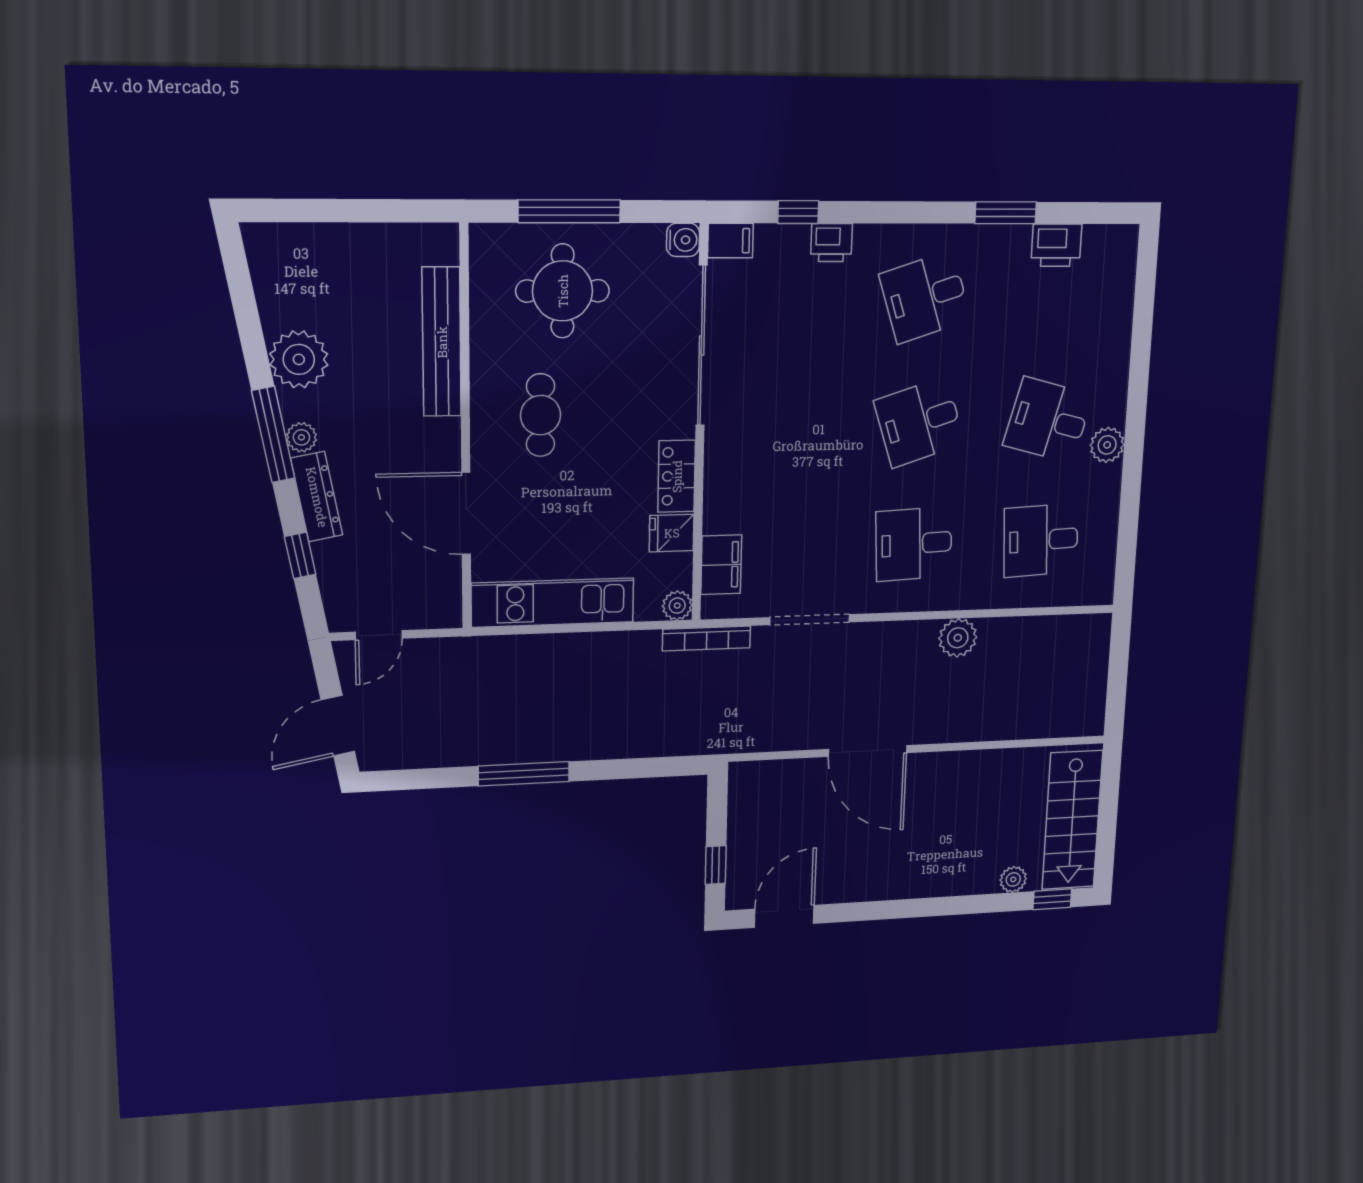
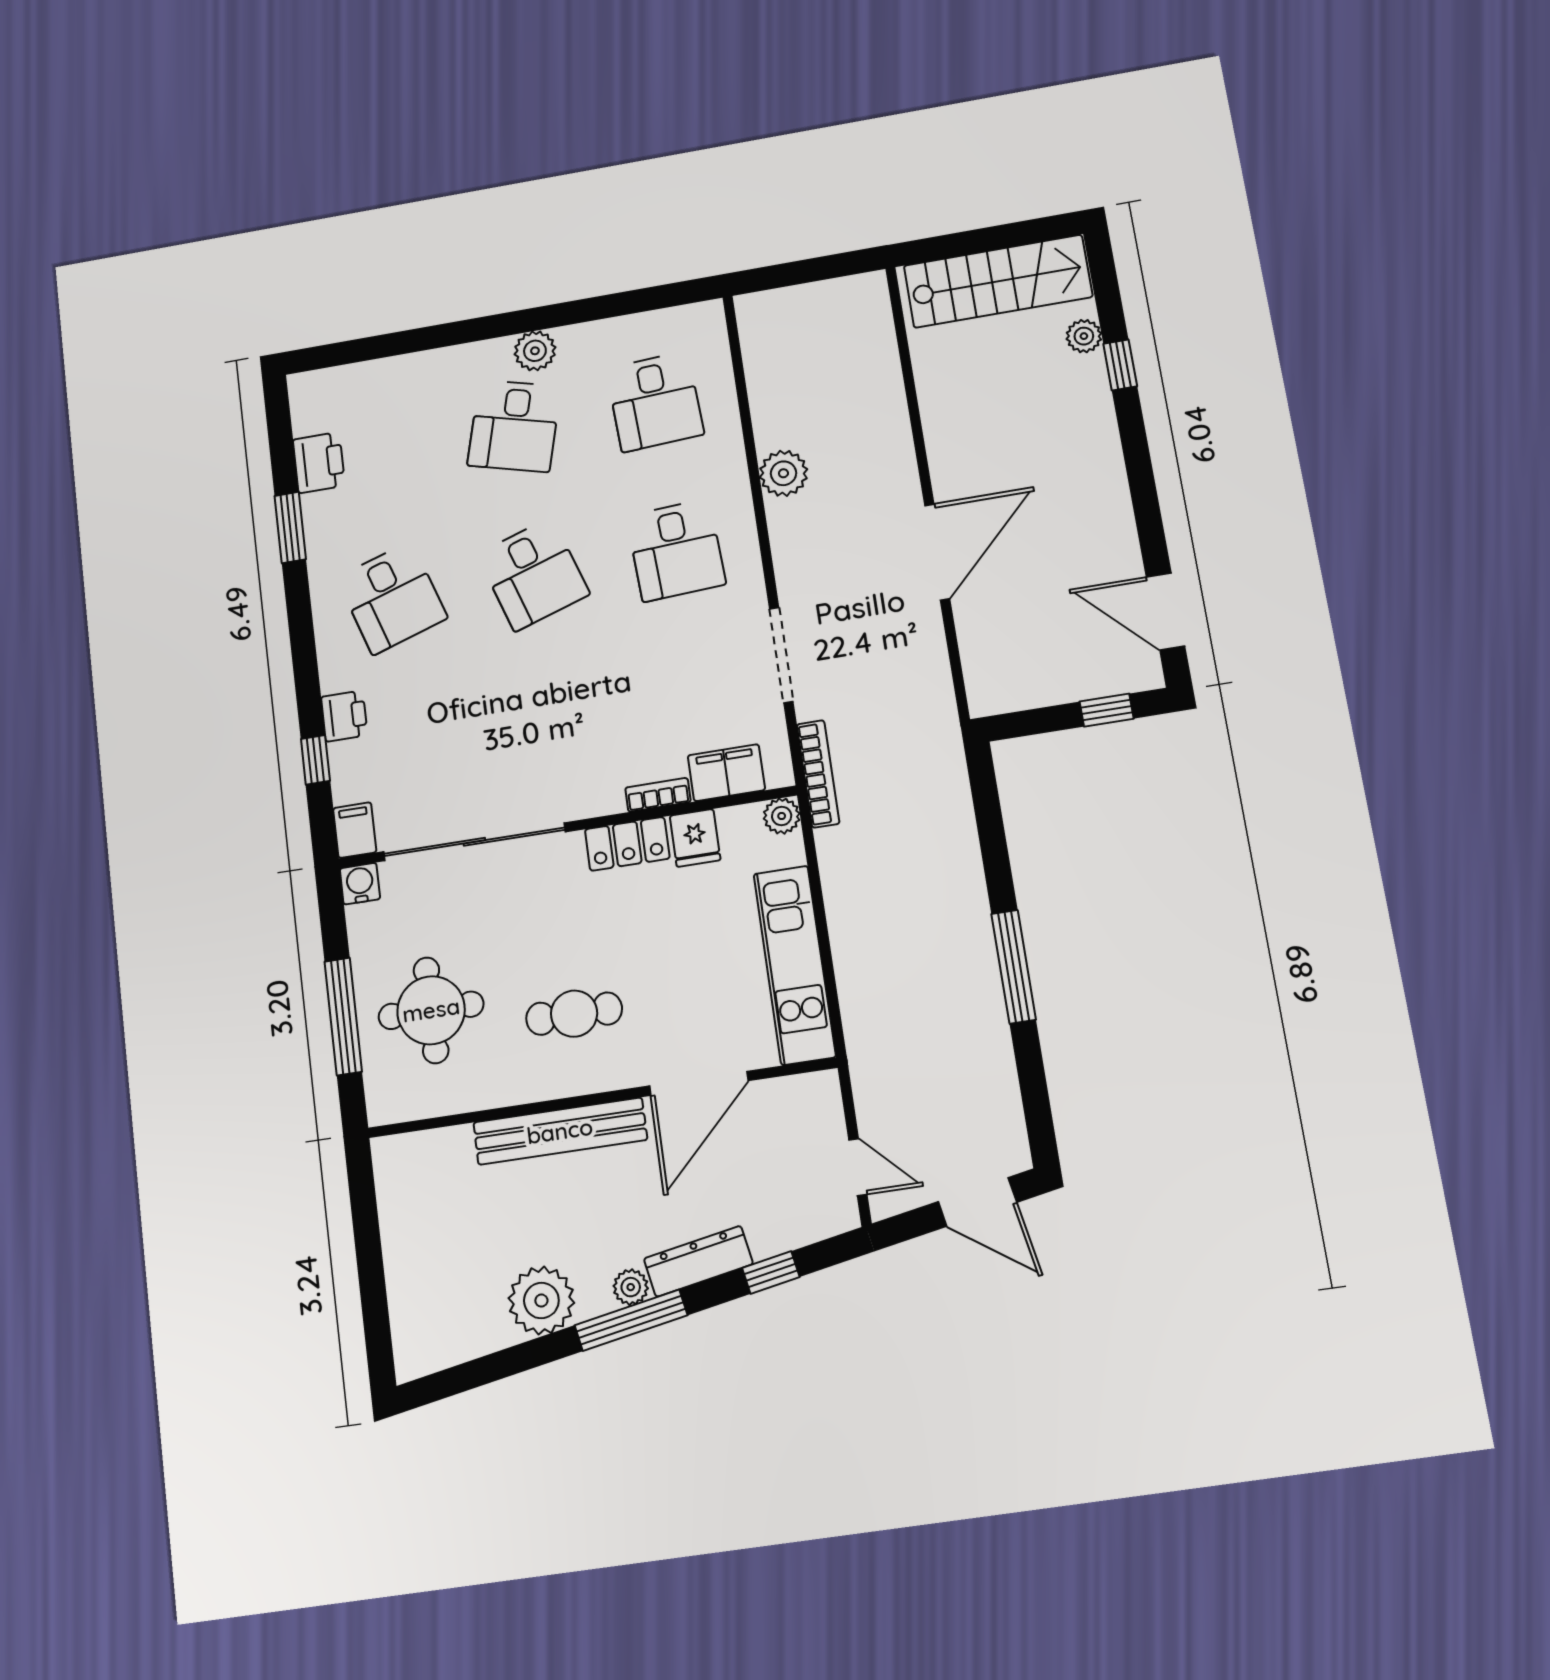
bench: (442, 342) -> (560, 1131), moved
bookcase: (713, 506) -> (658, 795), added
window: (1052, 899) -> (1120, 365), moved

